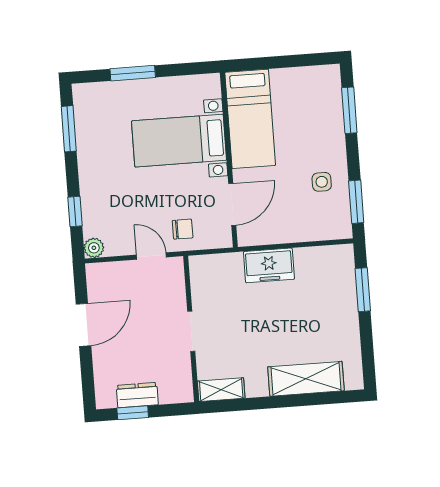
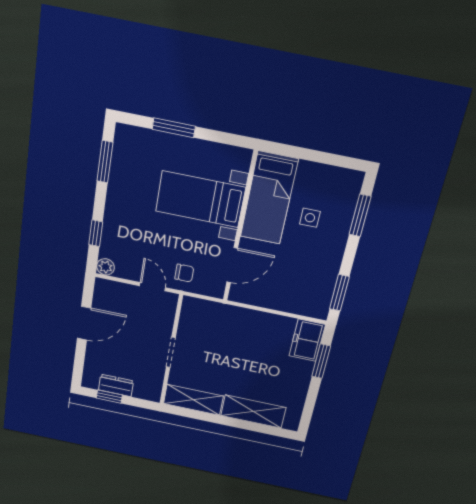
side table: (322, 182) -> (310, 218), moved
freezer: (269, 265) -> (307, 340), moved, turned 90
shelving: (221, 390) -> (193, 400), width x1.50, depth x1.33

